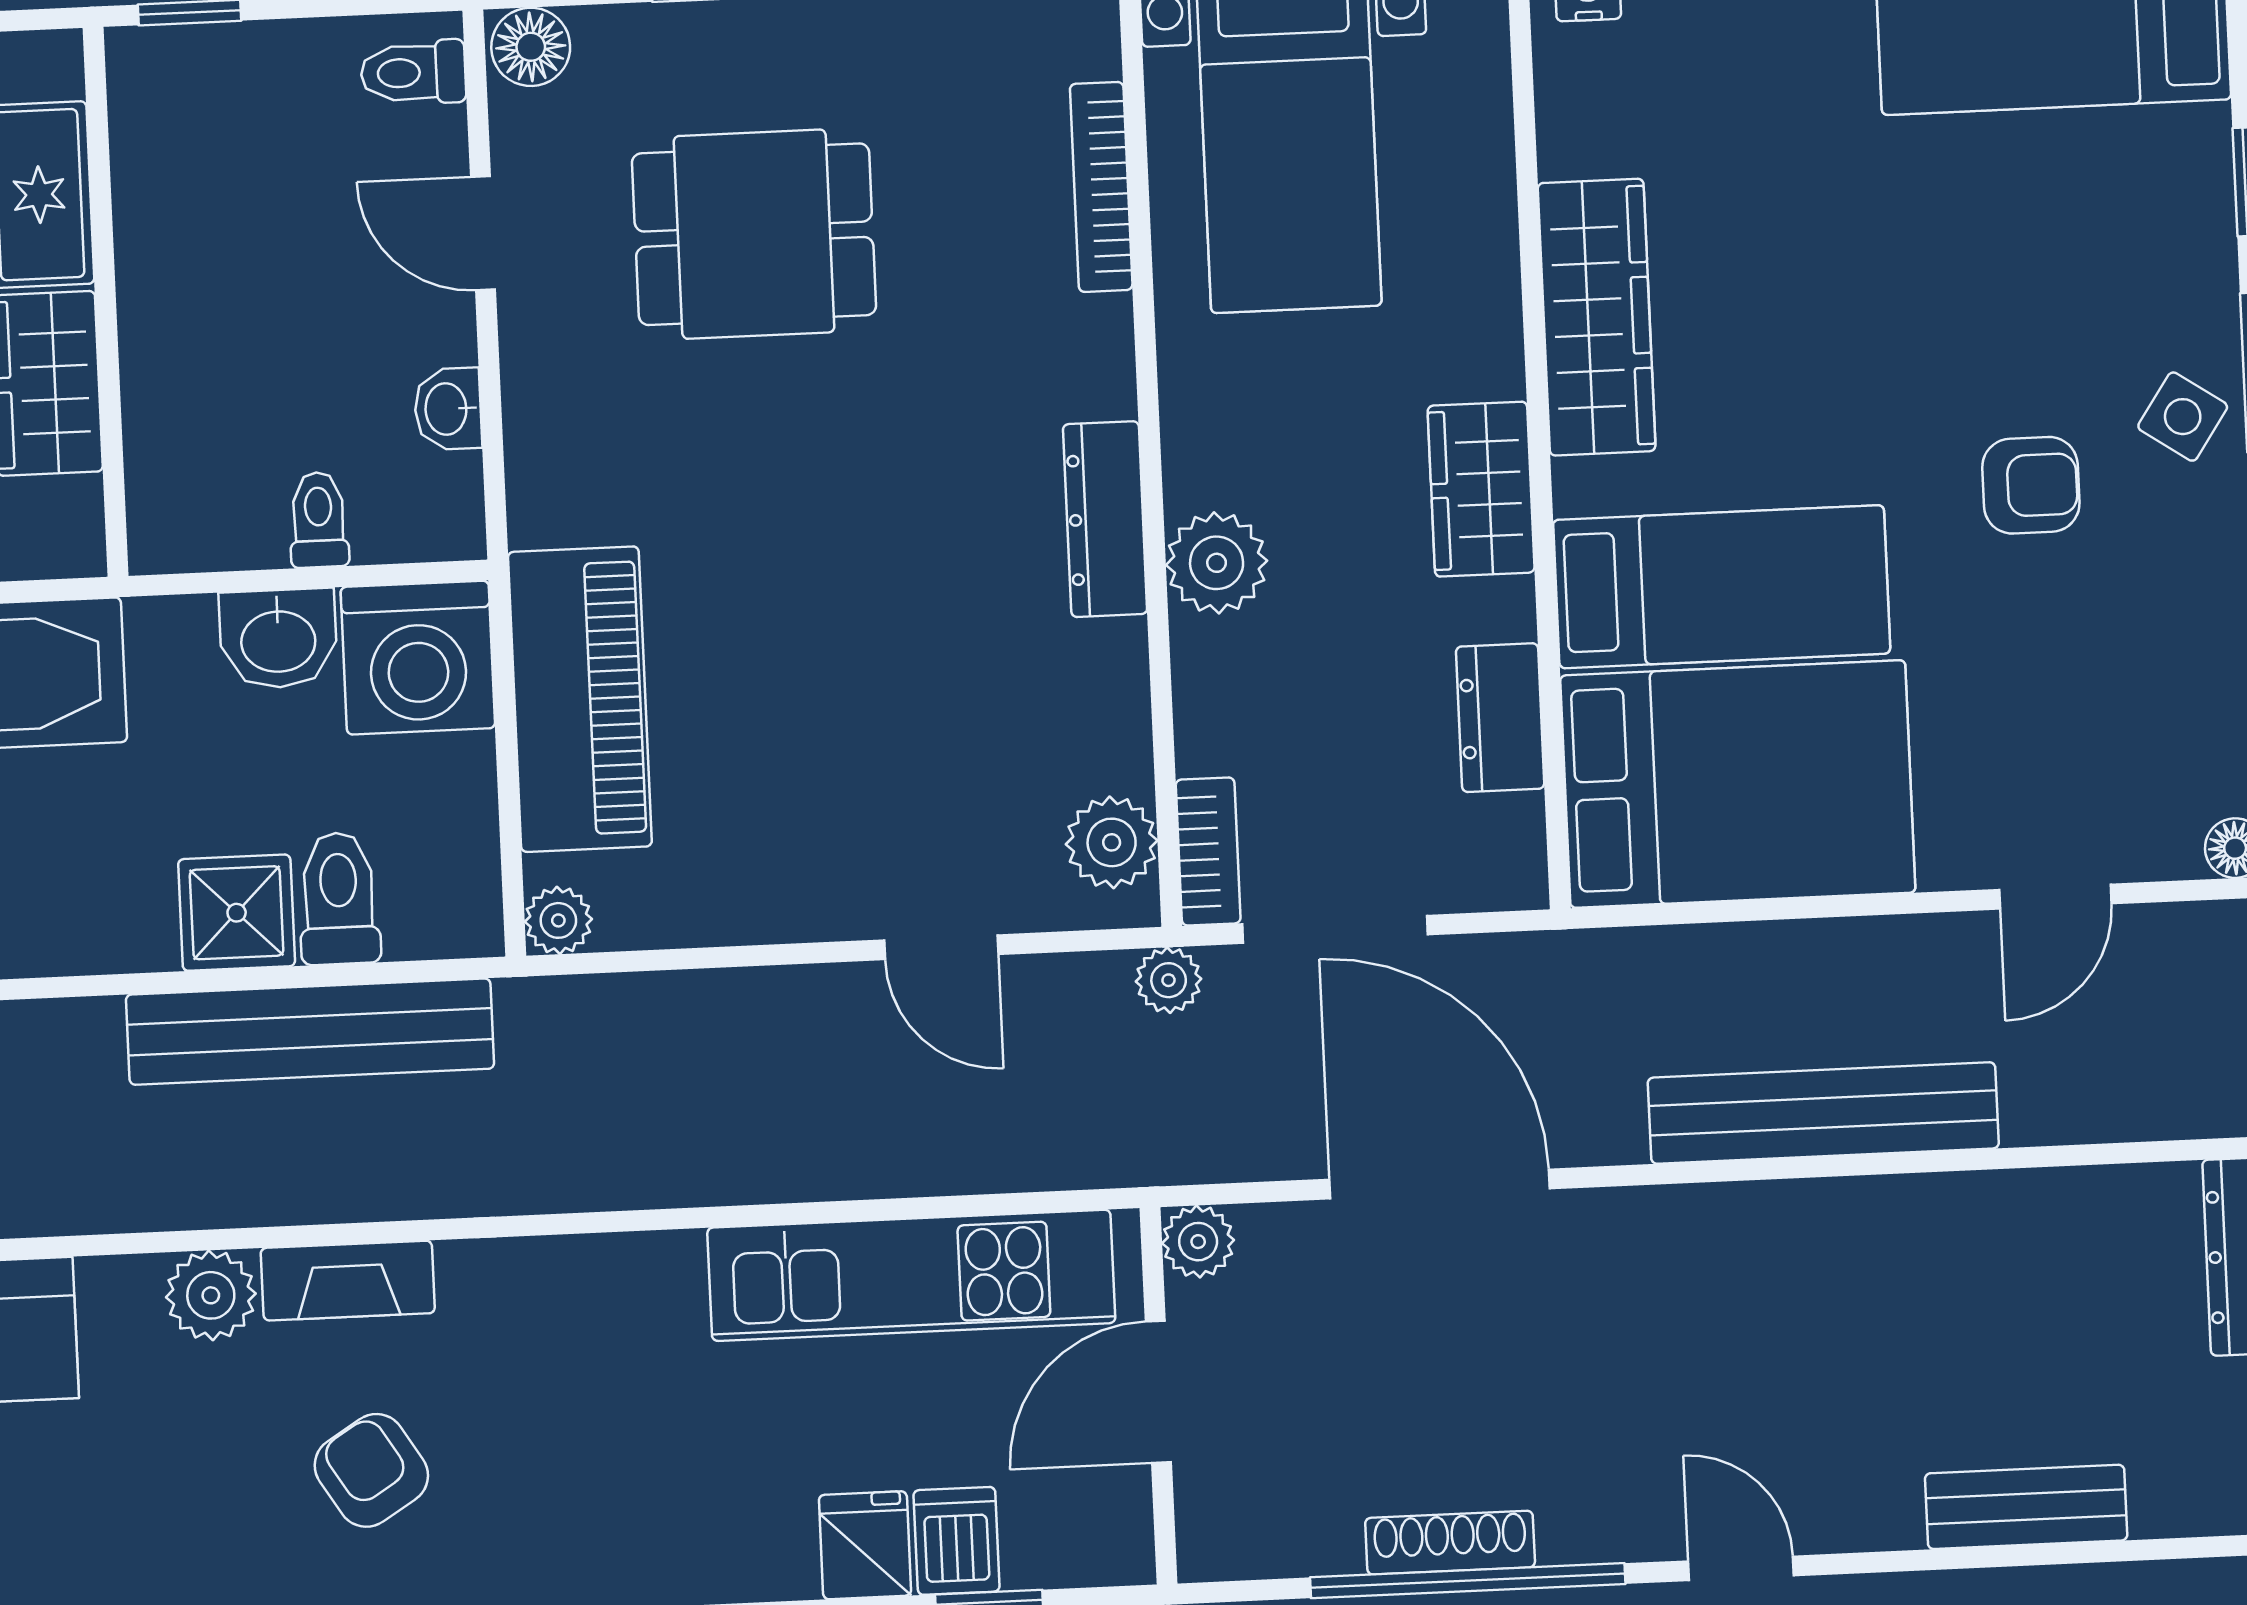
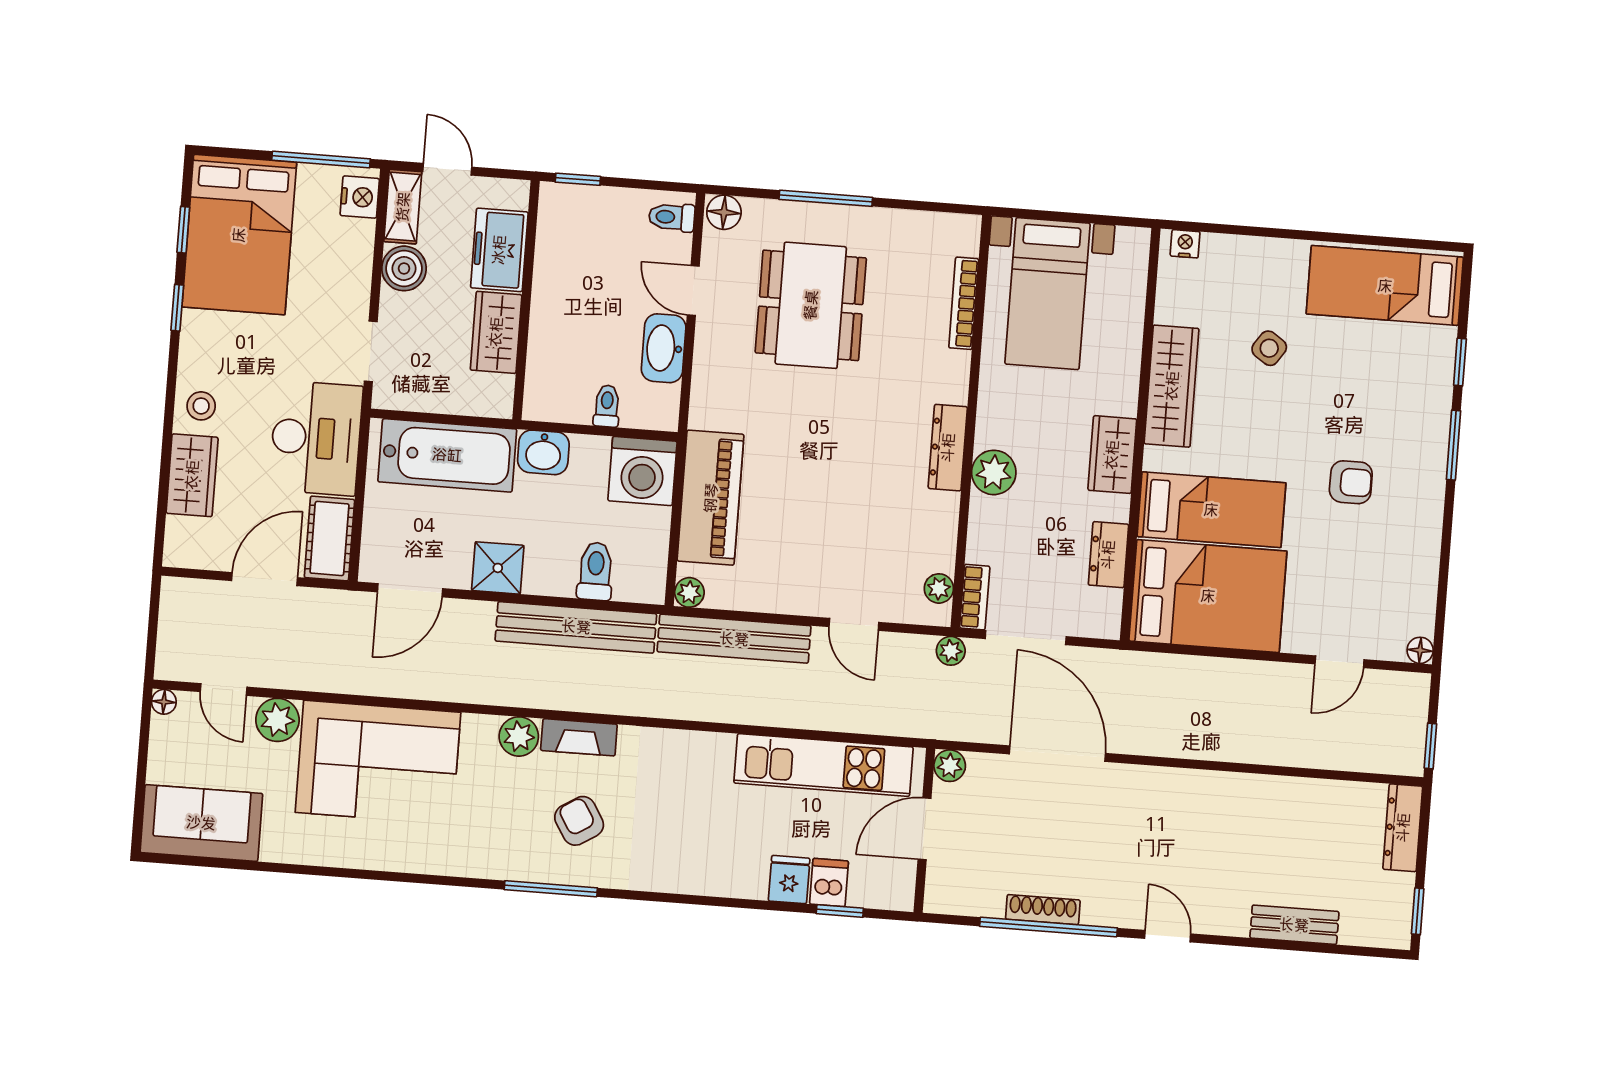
dining table: (754, 234) -> (811, 305), width x1.38
washbasin: (448, 409) -> (664, 348), width x1.91, depth x1.45
side table: (2183, 417) -> (1269, 348), moved
washbasin: (278, 639) -> (543, 452), moved
plant: (1112, 842) -> (939, 588), width x0.73, depth x0.73
shower: (237, 913) -> (498, 568), moved
bench: (1823, 1113) -> (734, 639), moved

